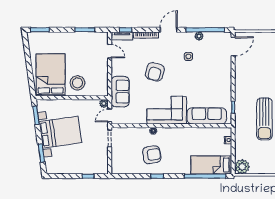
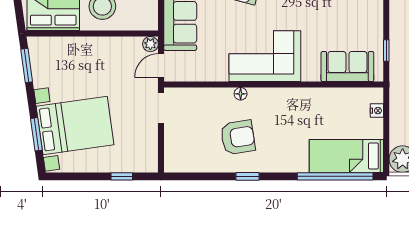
sofa: (207, 116) -> (347, 67), width x0.73
bed with nightstands: (60, 132) -> (75, 125), moved

